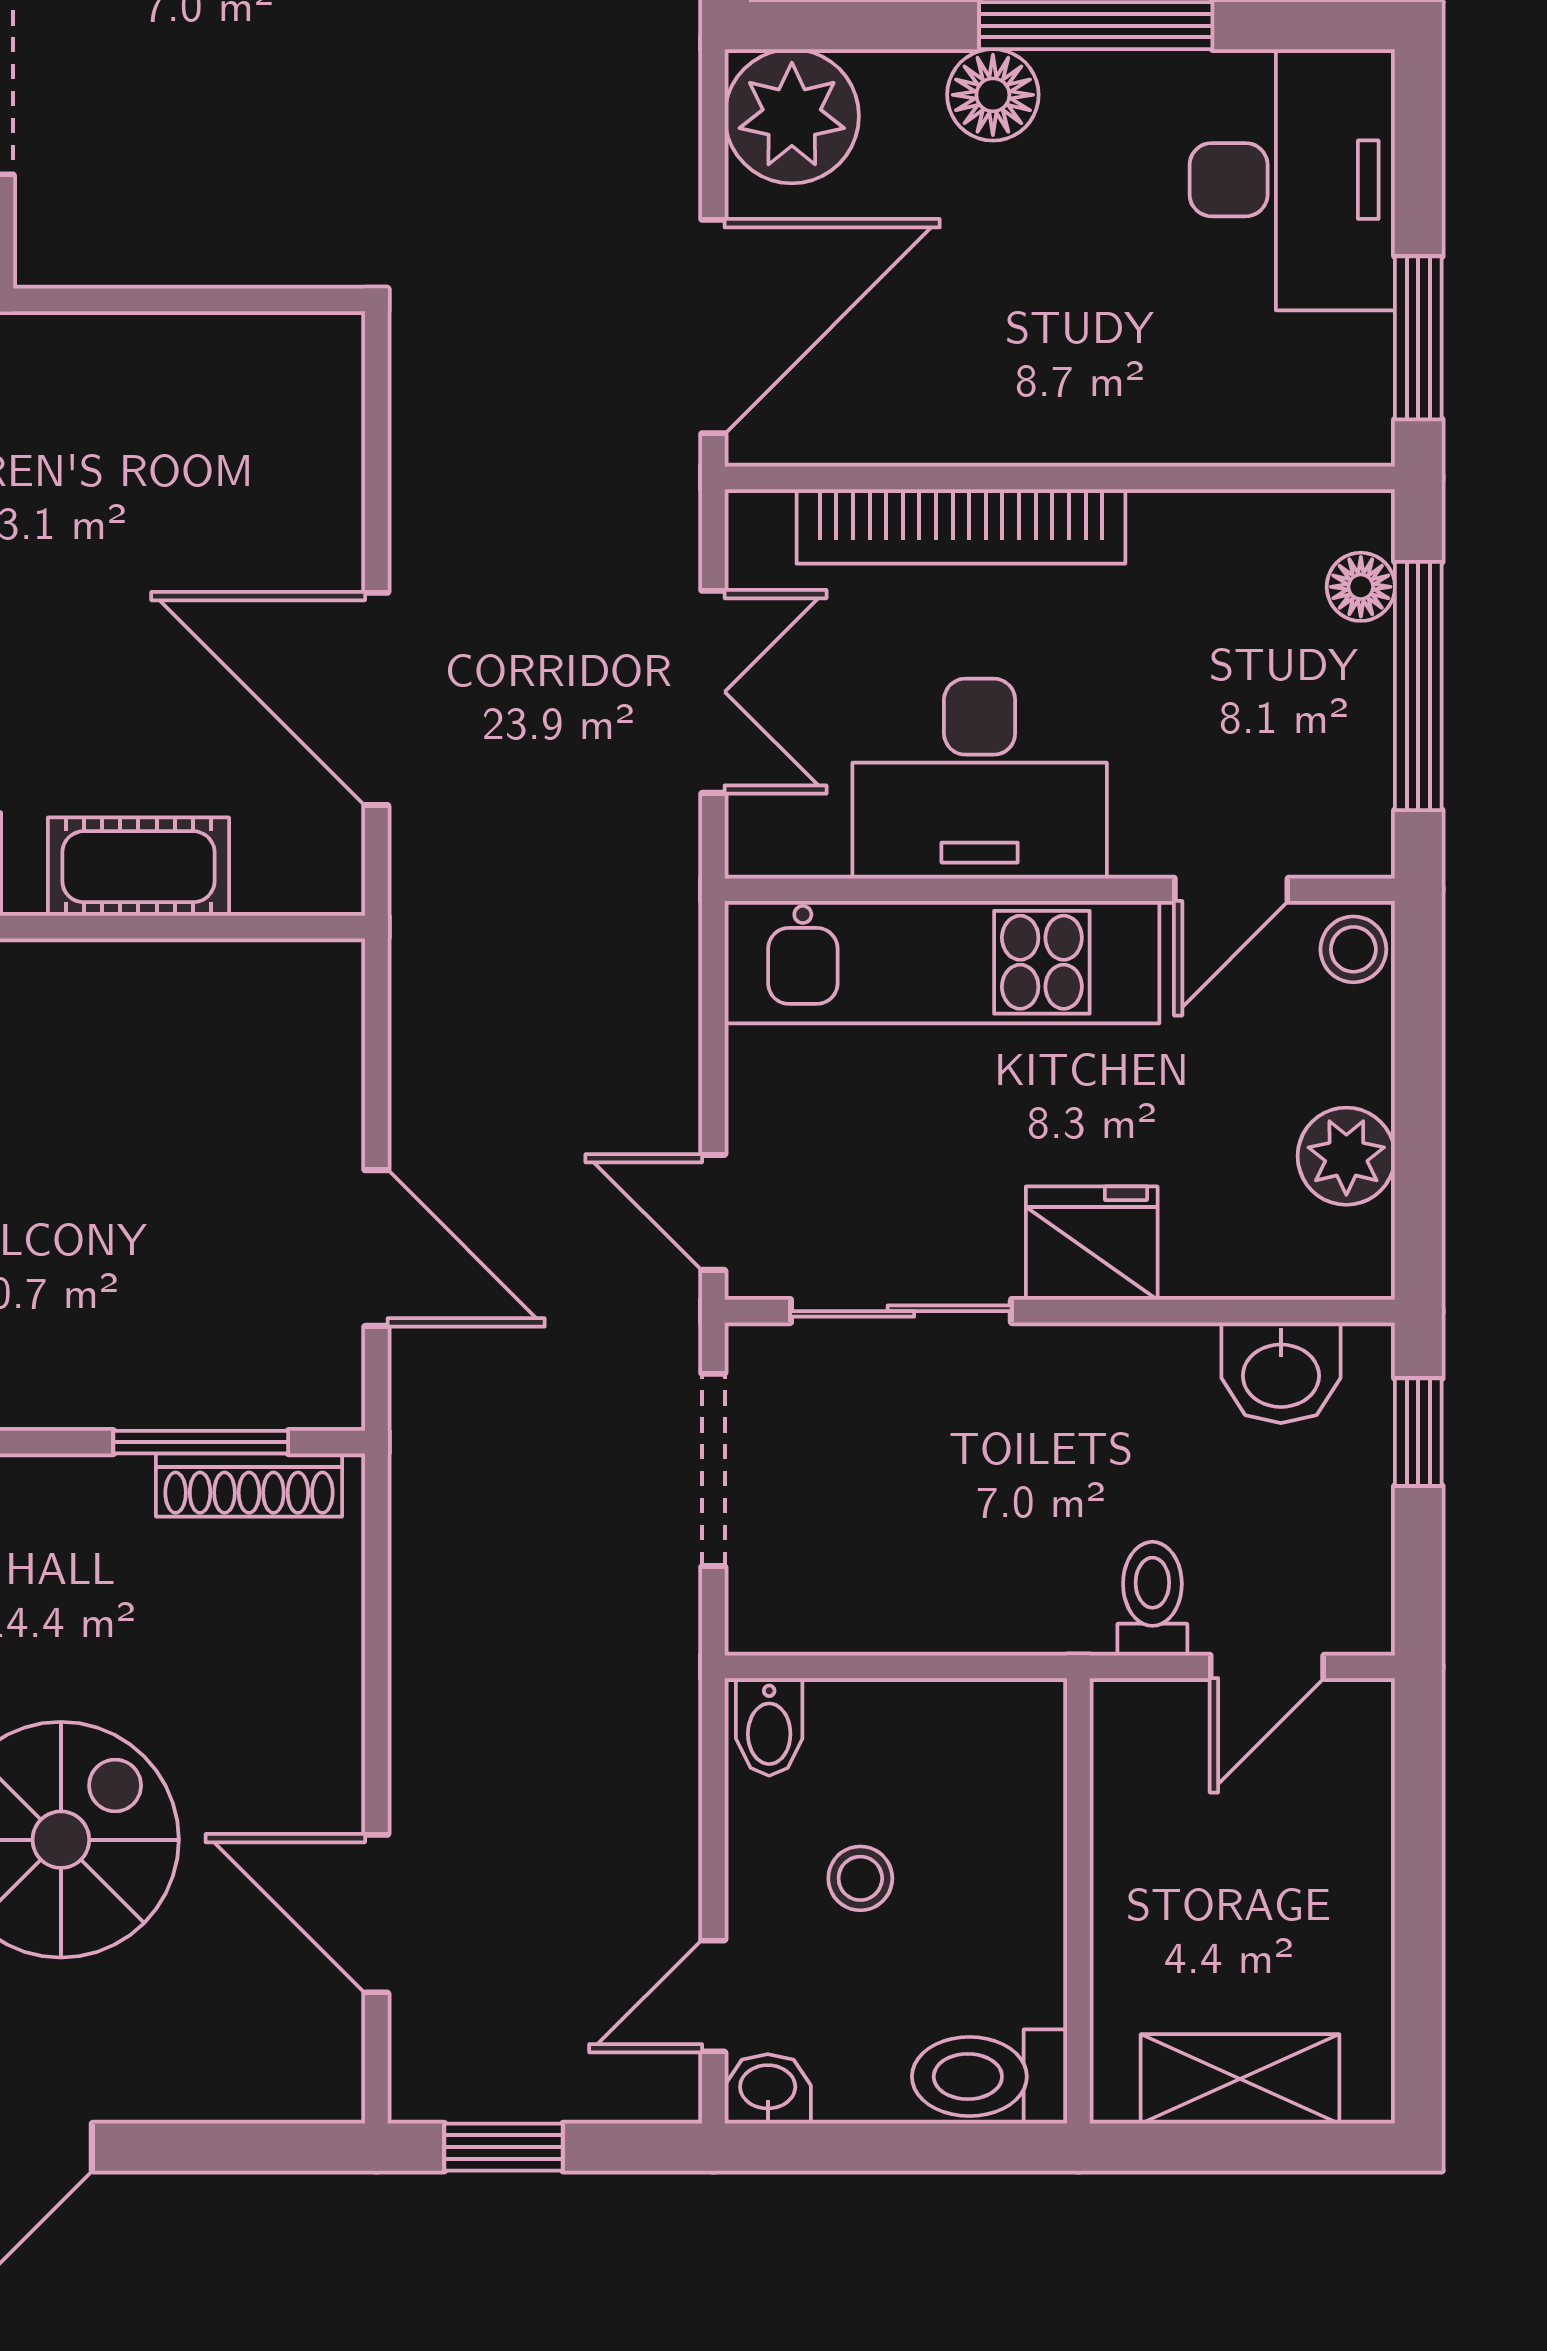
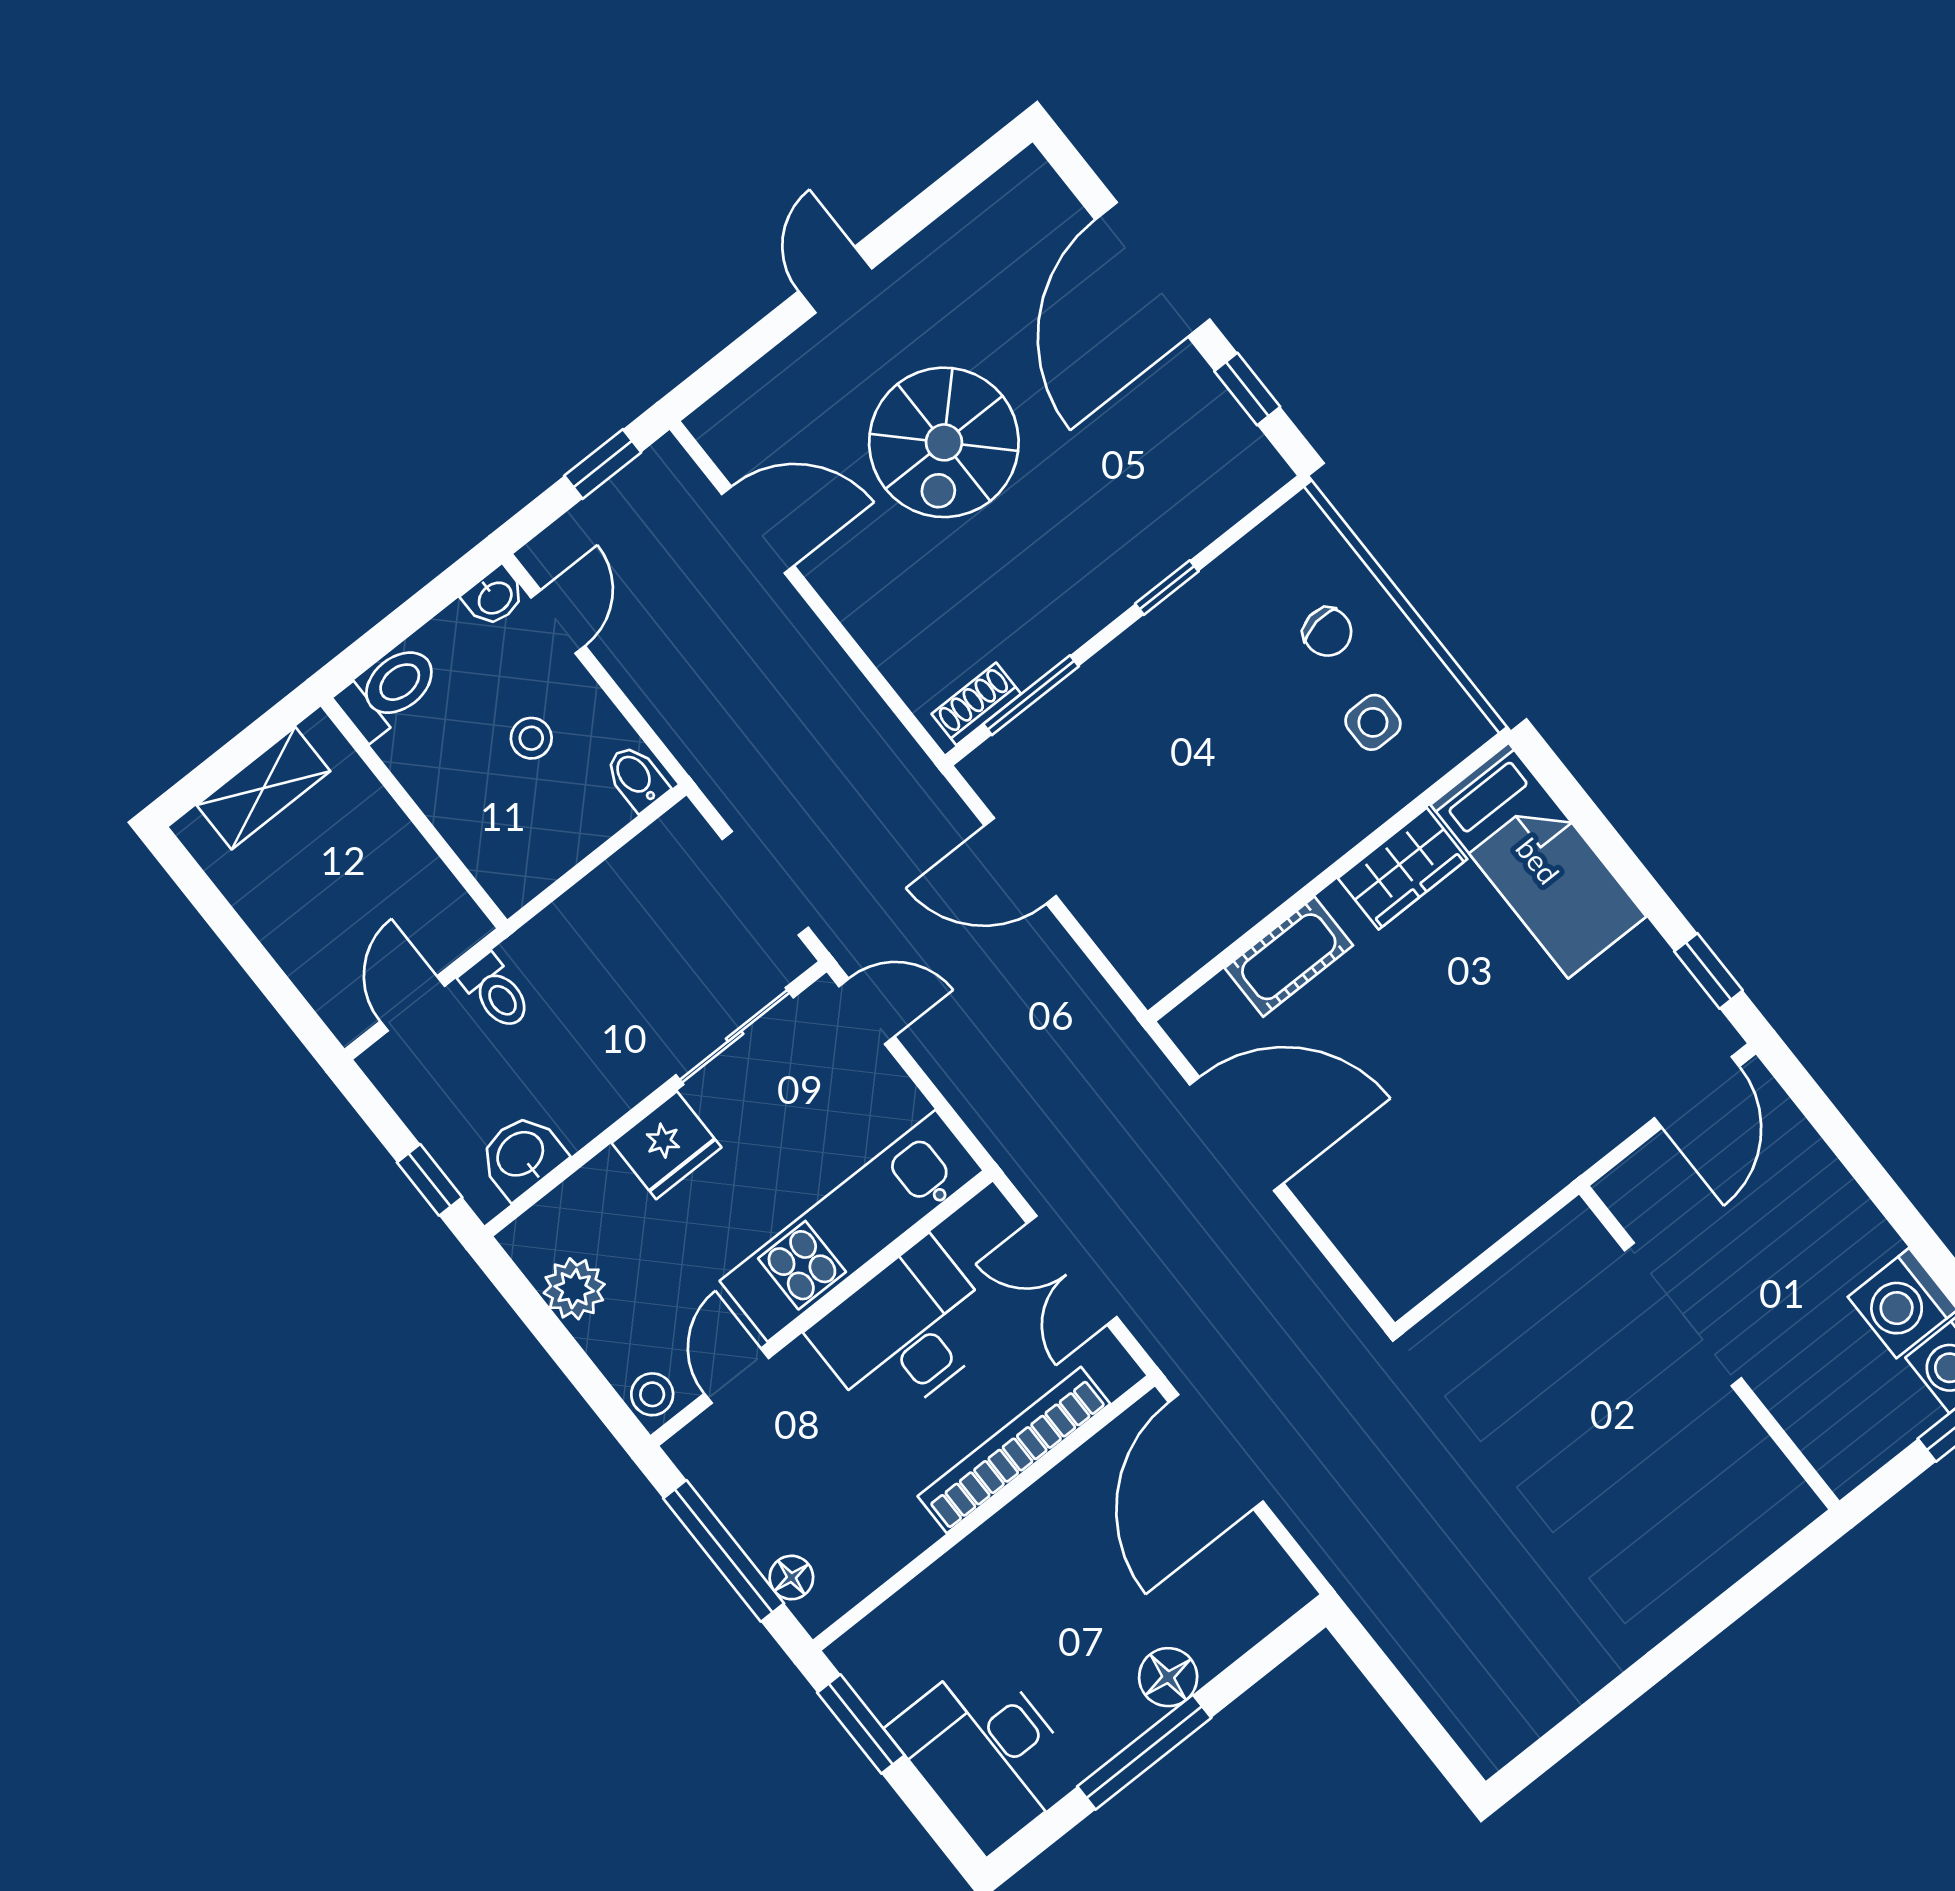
plant: (792, 116) -> (1260, 1587), removed
shoe rack: (249, 1485) -> (976, 704), width x0.70

